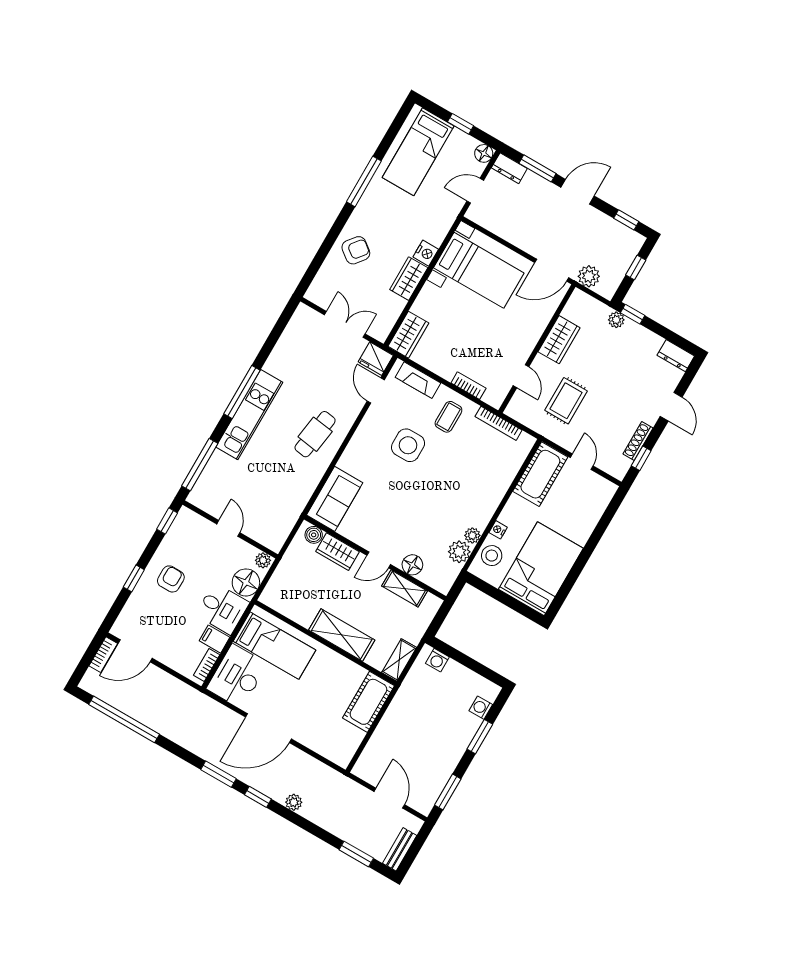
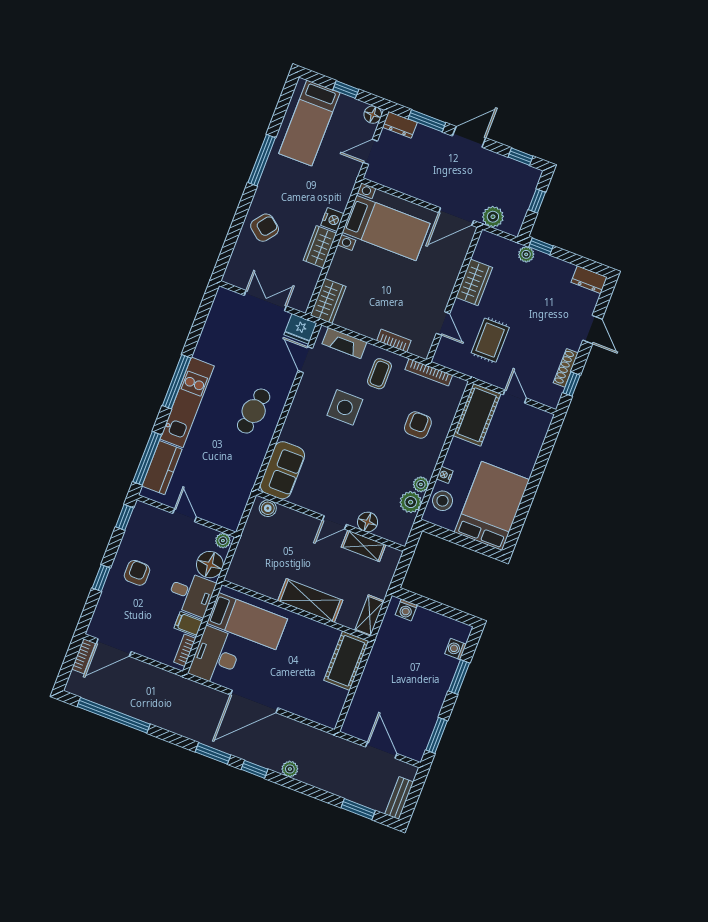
armchair: (479, 475) -> (418, 425), added
kitchen counter: (213, 477) -> (162, 468), added
wardrobe: (338, 552) -> (293, 521), removed

